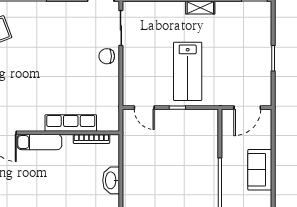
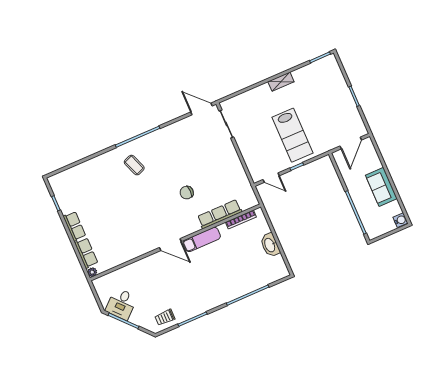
chair: (107, 56) -> (187, 193), moved

